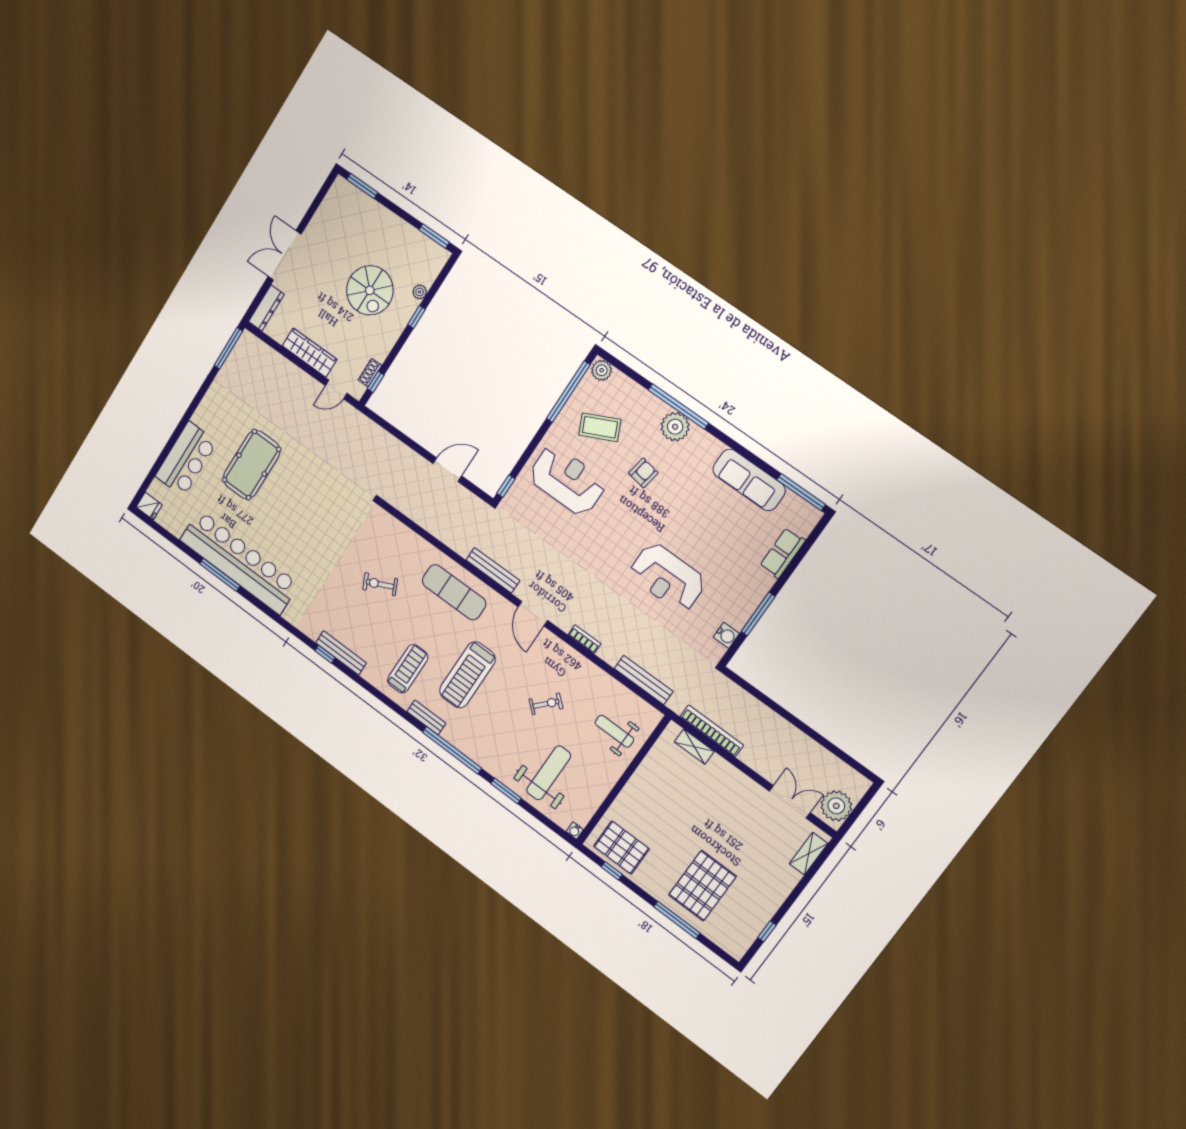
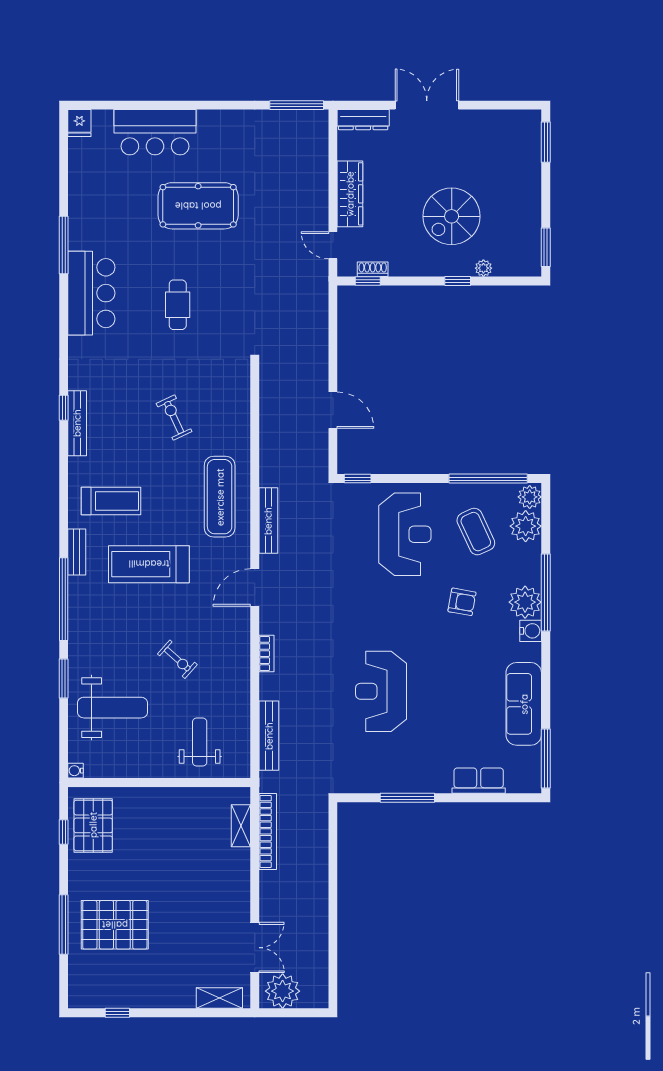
plant: (621, 388) -> (526, 526), added
cafe table: (307, 526) -> (178, 305), added
bar counter: (239, 562) -> (91, 293), width x0.54
water cooler: (726, 635) -> (531, 631), moved, turned -90

